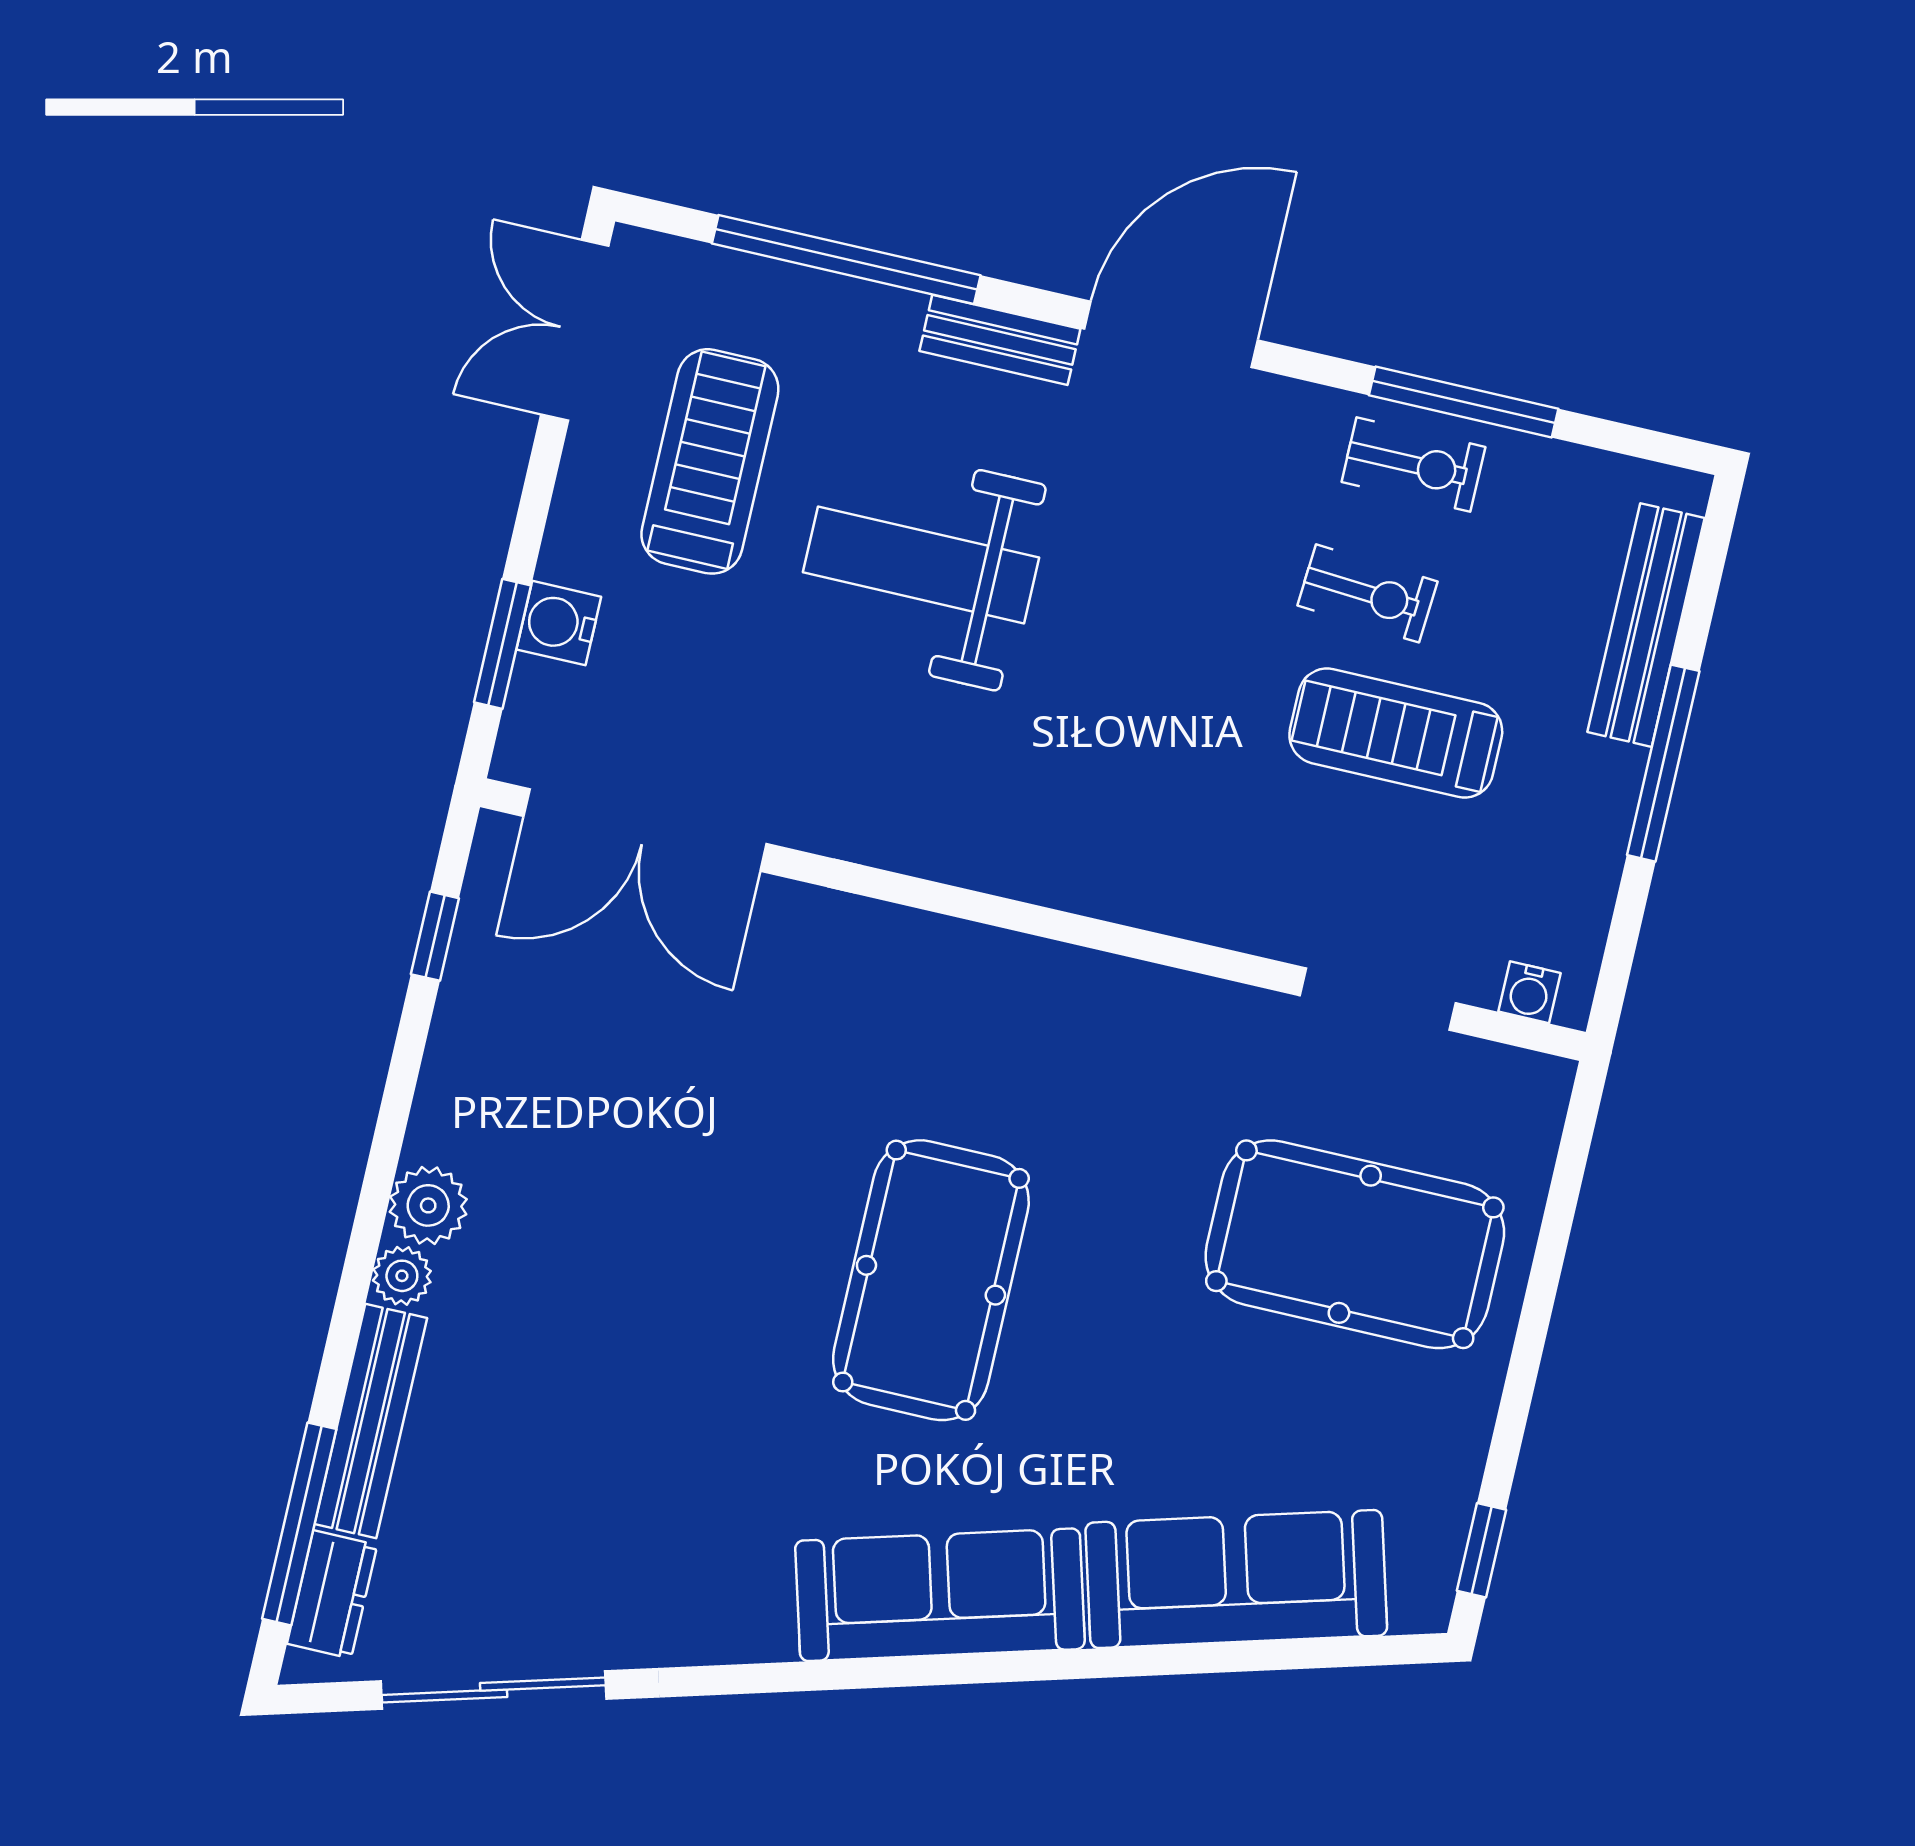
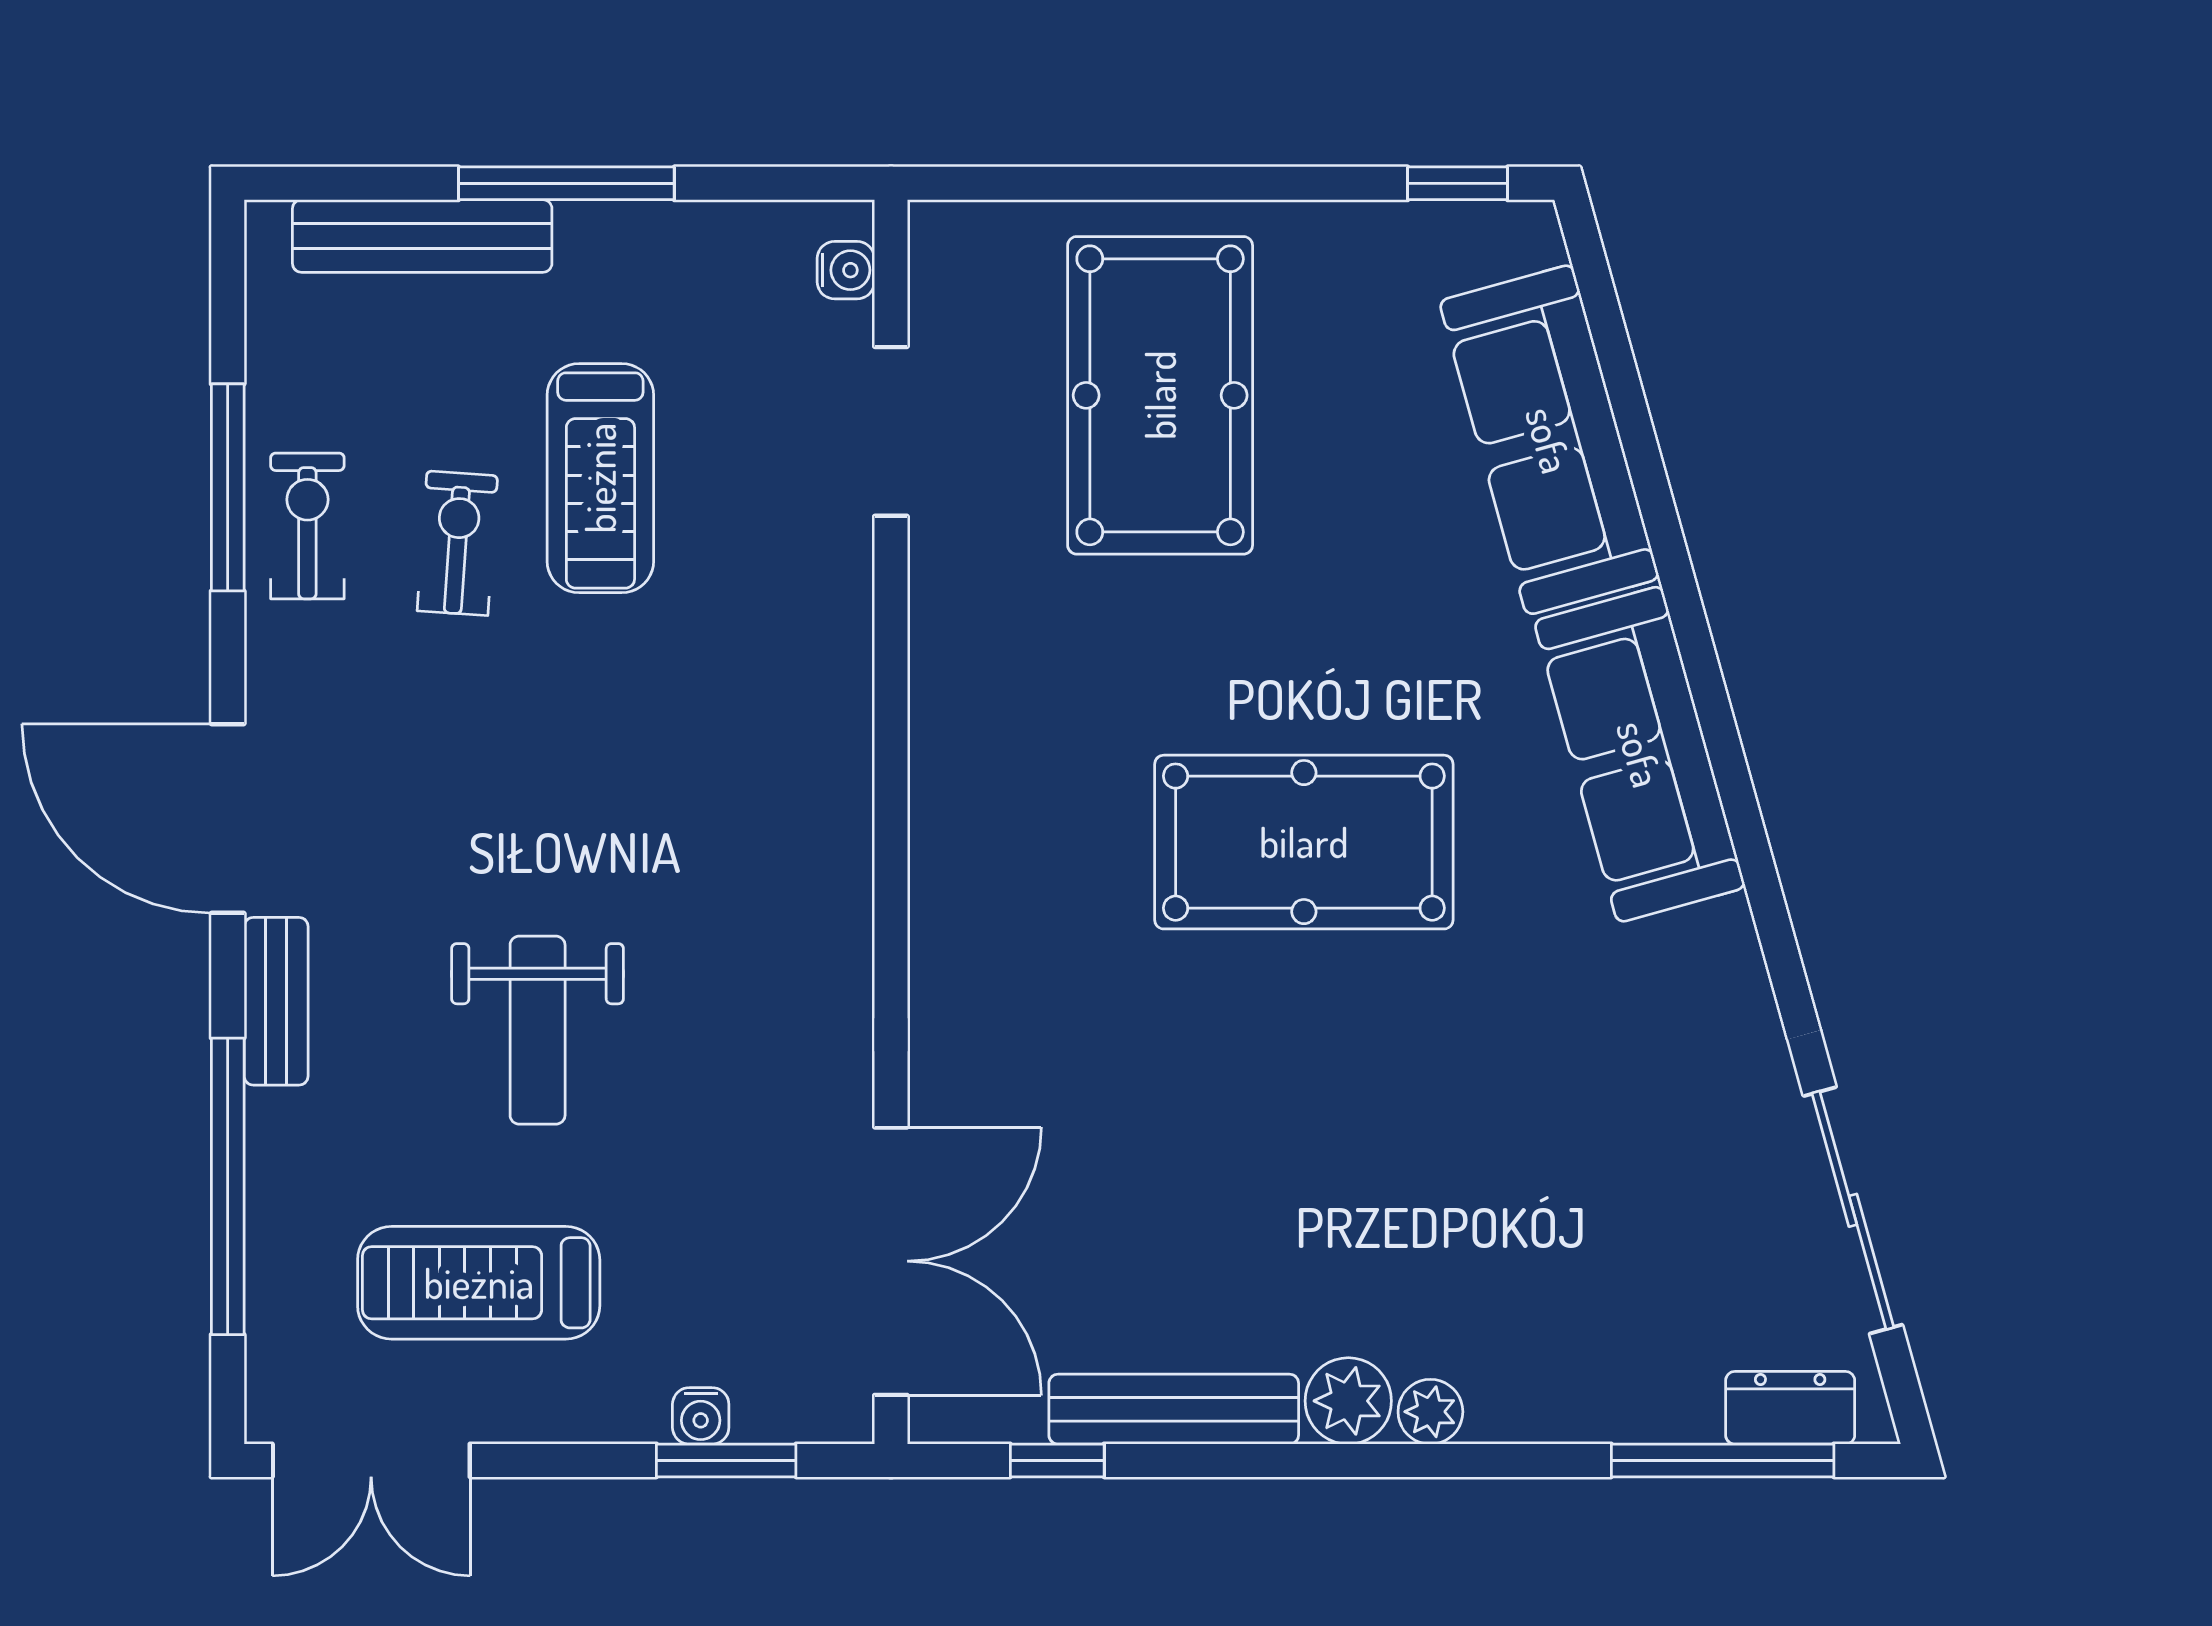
weight bench: (921, 565) -> (538, 1030), width x0.73, depth x0.75
water cooler: (559, 623) -> (701, 1416), width x0.72, depth x0.72
bench: (371, 1421) -> (1174, 1409), moved

